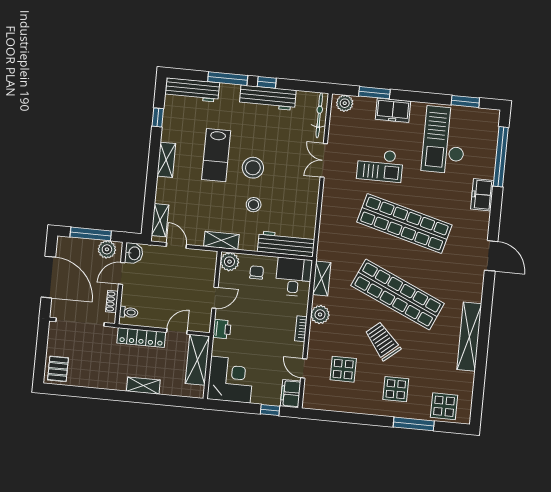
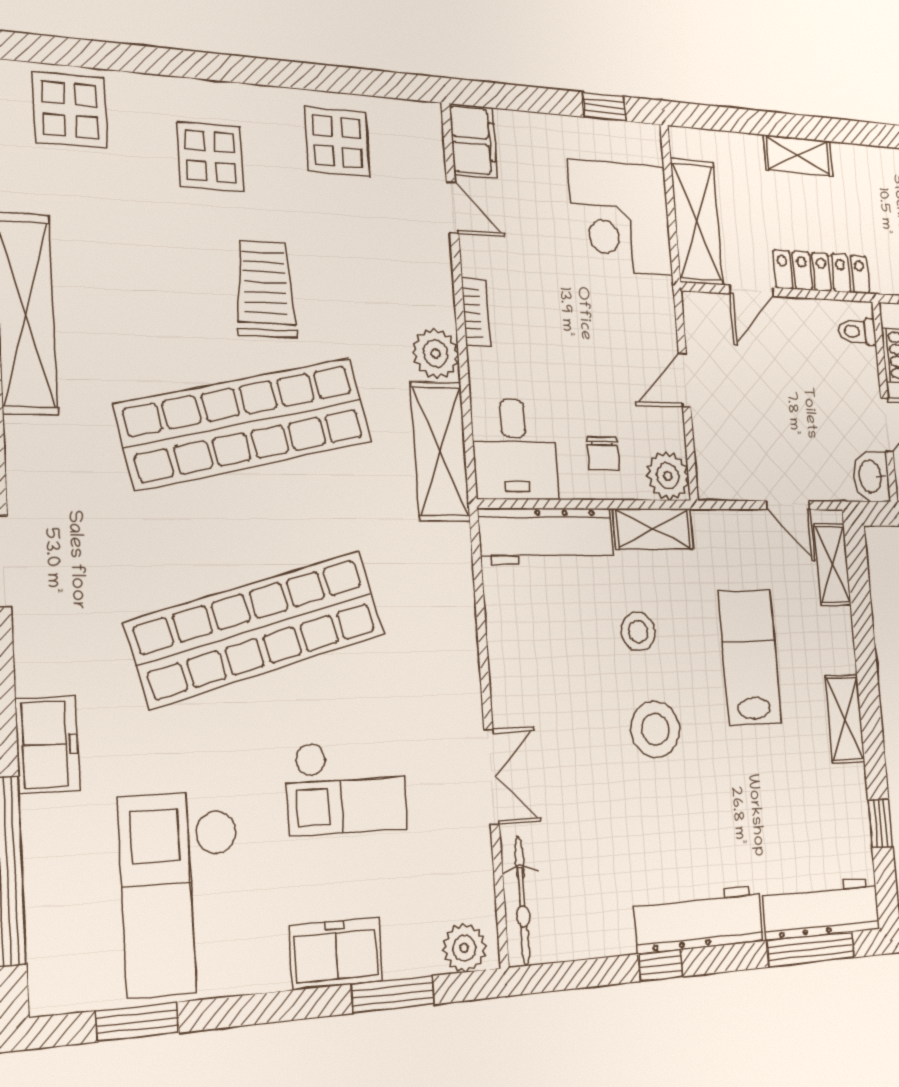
window: (228, 79) -> (811, 949), moved
workbench: (268, 98) -> (699, 919), moved
checkout: (444, 140) -> (182, 893), turned 180
lab bench: (216, 155) -> (750, 657), moved
checkout: (380, 165) -> (347, 787), turned 180
shop shelf: (404, 223) -> (257, 629), turned -30
shelving: (221, 240) -> (653, 529), moved
shelving: (322, 278) -> (440, 452), width x1.50, depth x1.33
shop shelf: (398, 294) -> (245, 423), turned -36
printer: (222, 329) -> (656, 302), removed
trolley: (383, 341) -> (265, 289), turned -140
display table: (343, 369) -> (337, 142), moved
corner desk: (230, 380) -> (620, 218), moved
window: (270, 410) -> (604, 107), moved
window: (414, 424) -> (148, 60), removed

